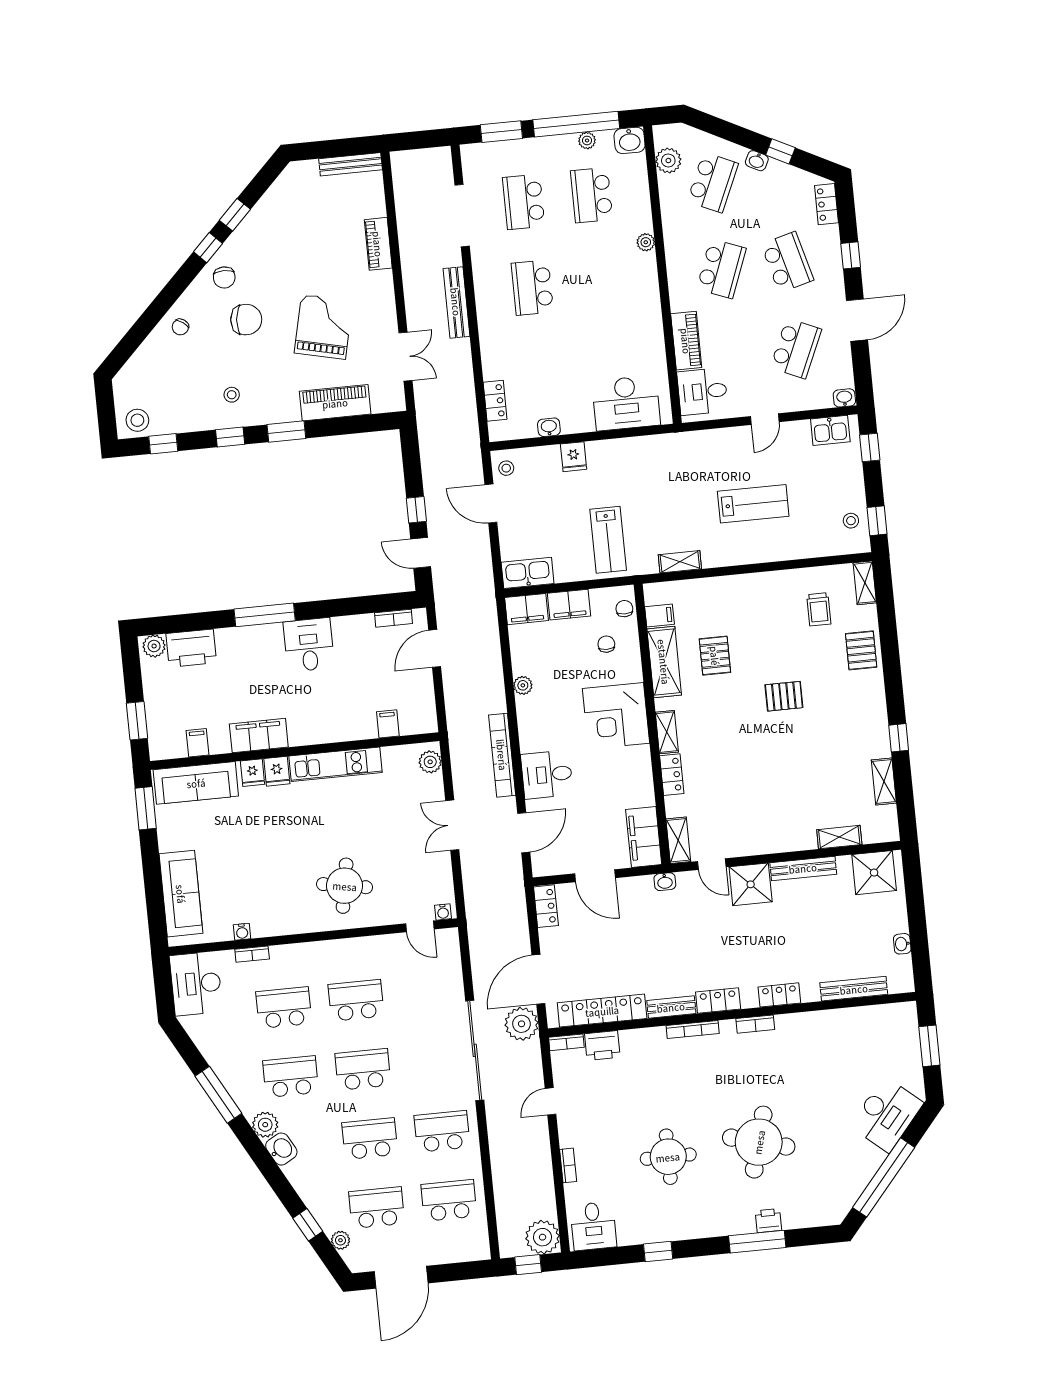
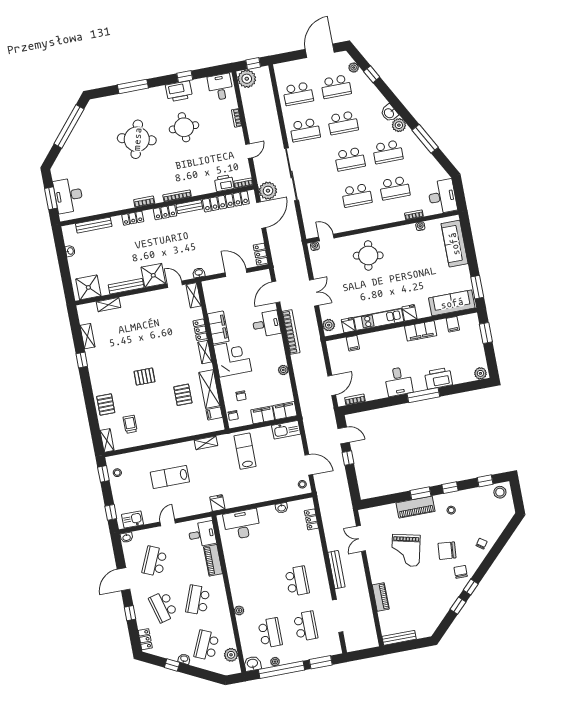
piano: (335, 403) -> (416, 507), moved
fridge: (574, 457) -> (217, 503), moved
printer: (191, 648) -> (439, 378), moved
fridge: (252, 773) -> (348, 325), moved
filing cabinet: (644, 837) -> (218, 328), moved
desk: (886, 1114) -> (68, 195), moved, turned -40
printer: (768, 1221) -> (179, 91), moved, width x1.87, depth x1.48

